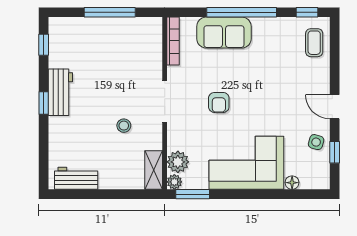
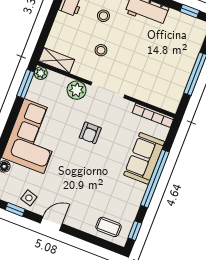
armchair: (219, 102) -> (90, 133), turned -90
stool: (85, 137) -> (103, 16), added
plant: (178, 162) -> (77, 90), moved

